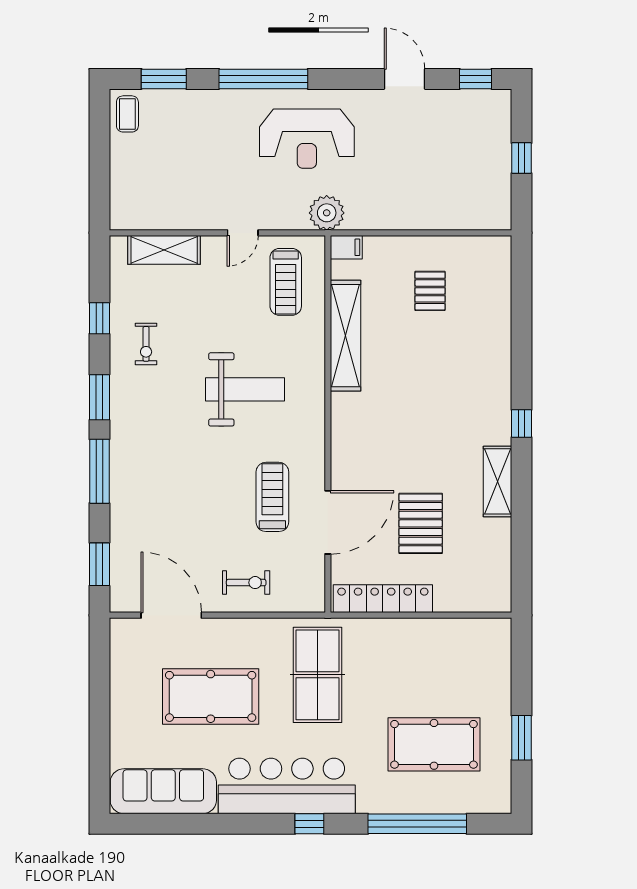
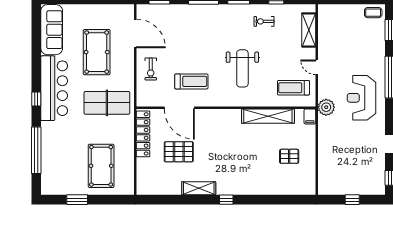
door: (171, 615) -> (135, 33), hinge flipped
pool table: (434, 744) -> (101, 166), moved

